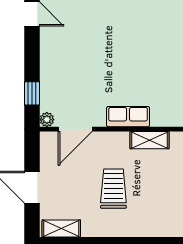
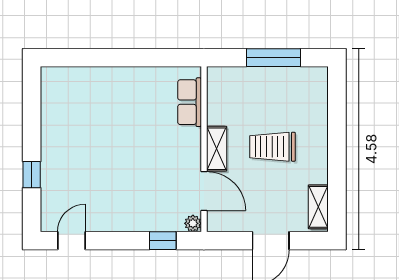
row of seats: (128, 117) -> (190, 102), moved
shelving: (149, 140) -> (217, 149), moved

